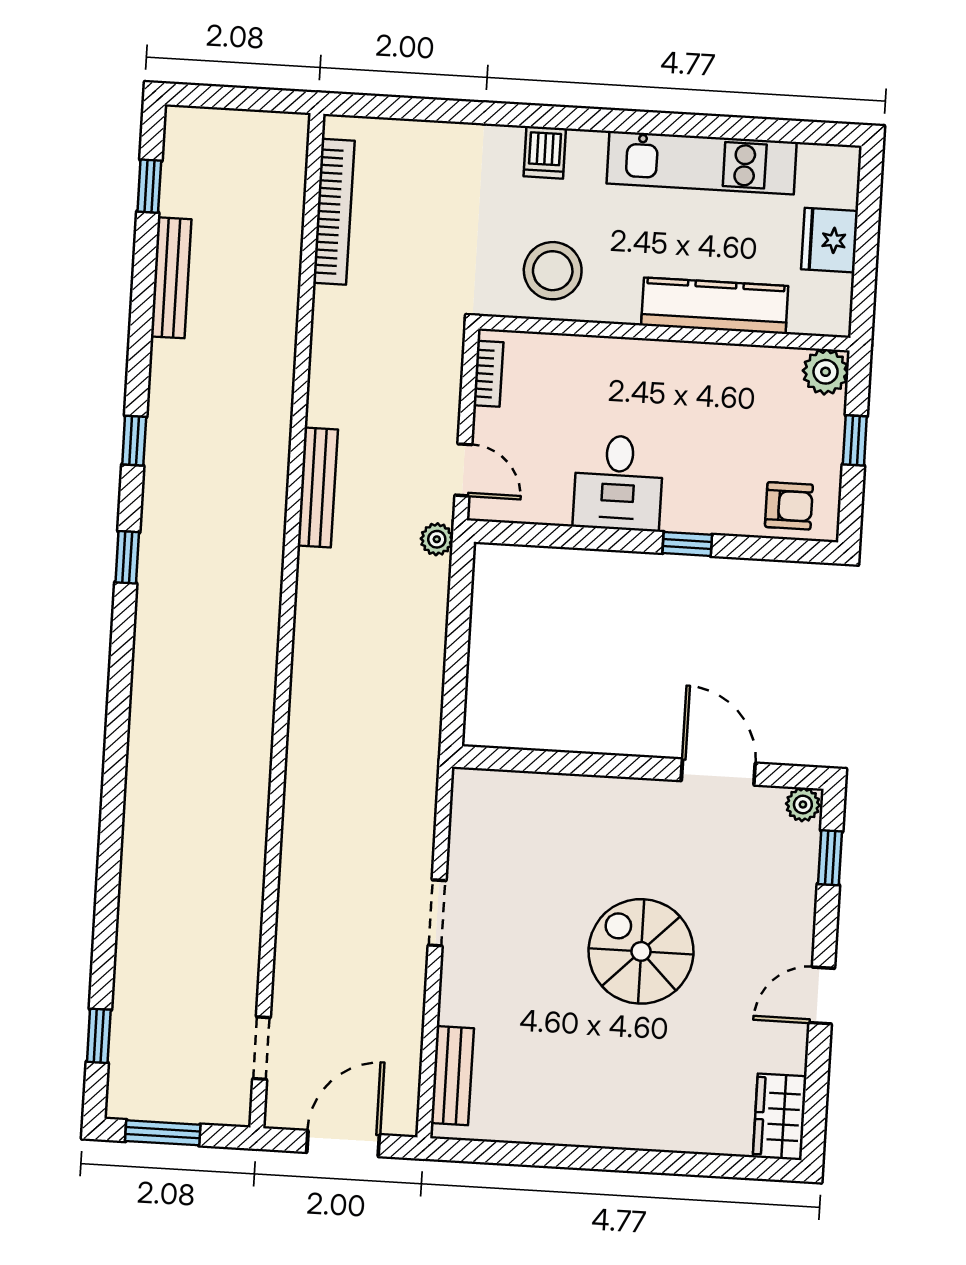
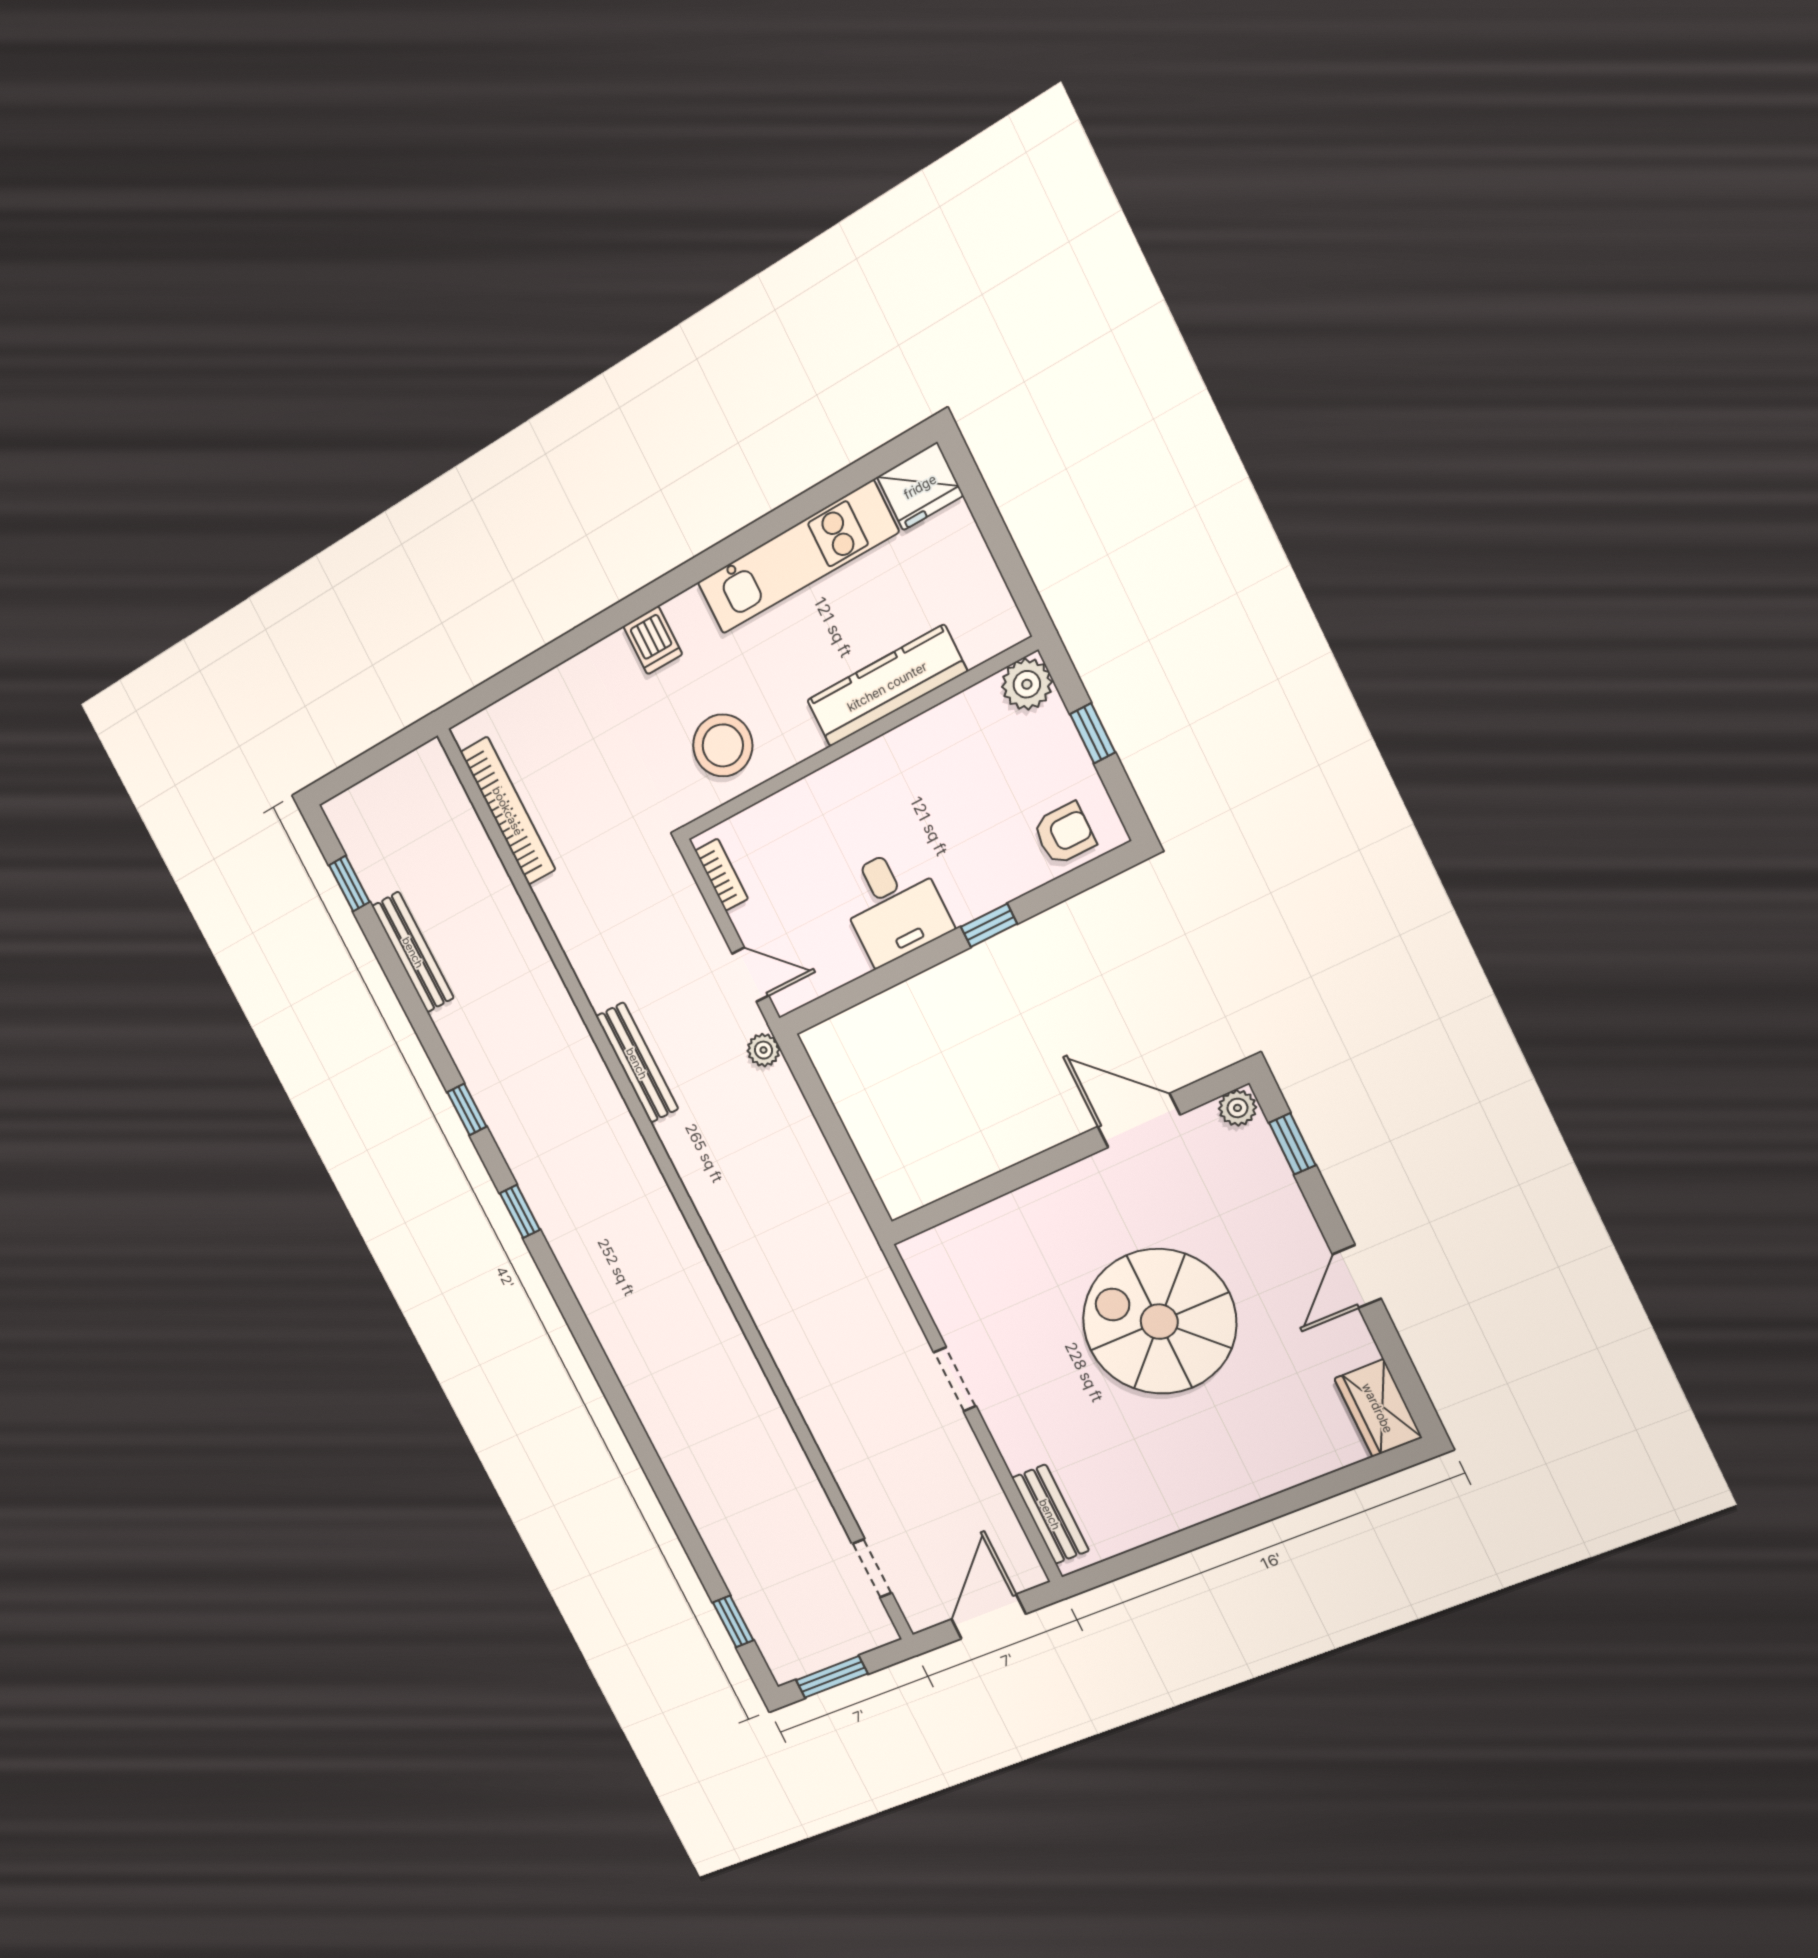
fridge: (830, 240) -> (920, 486), moved, turned -90
spiral stairs: (641, 951) -> (1159, 1322), width x1.37, depth x1.37

